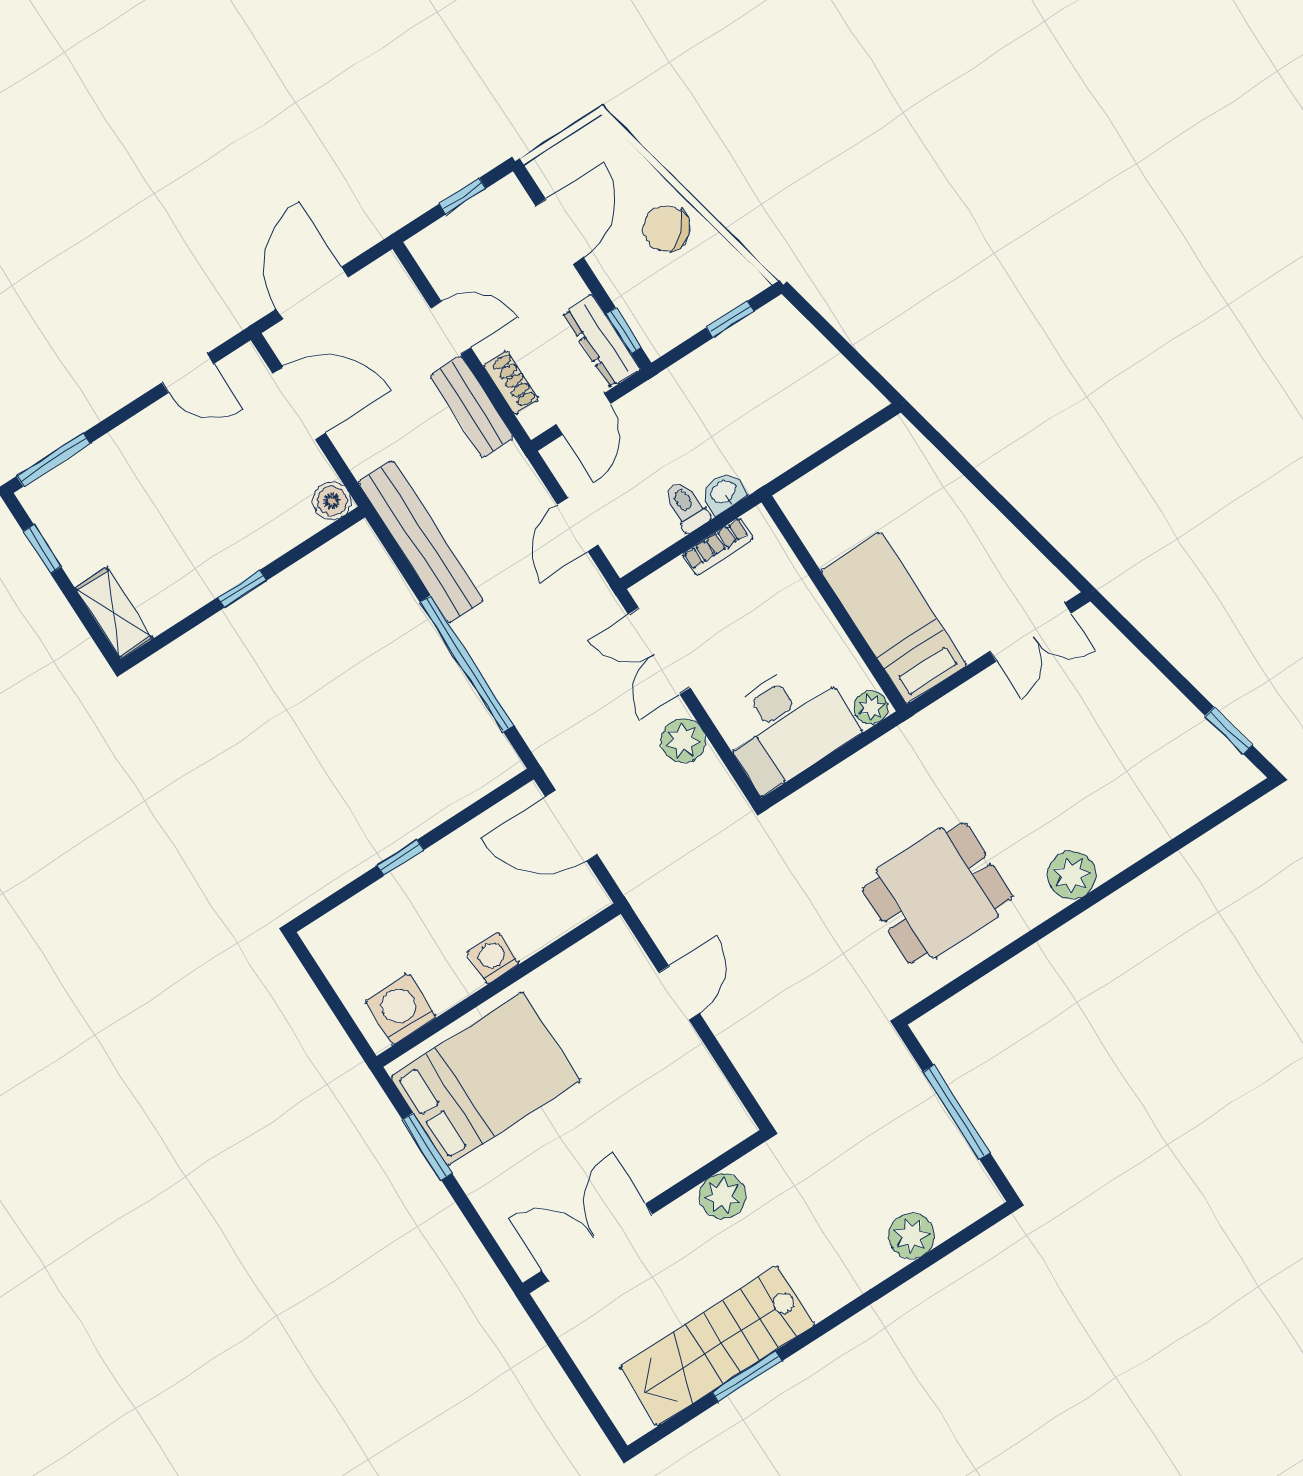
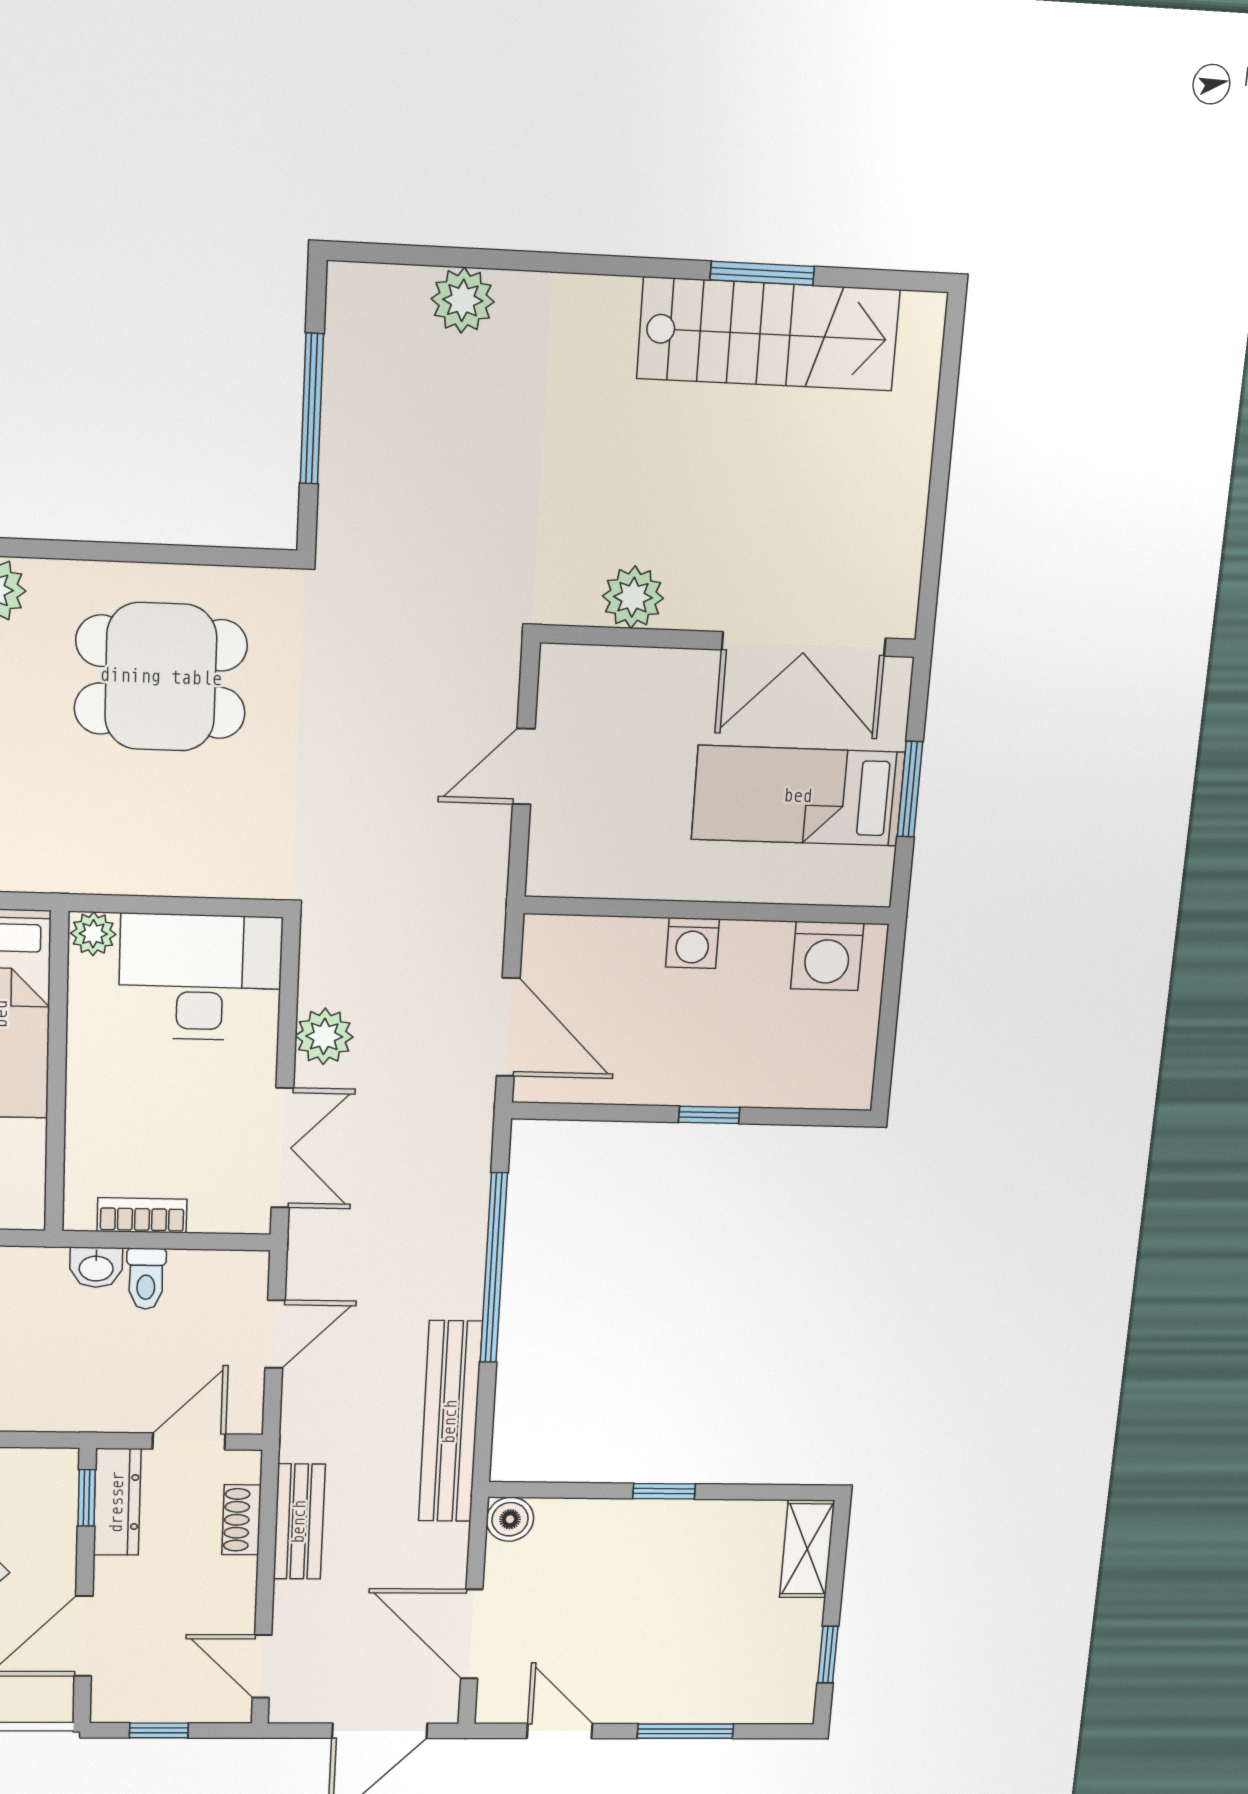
door: (451, 328) -> (262, 1666), moved
window: (53, 460) -> (685, 1731), moved
bed: (485, 1079) -> (798, 796), width x0.67
plant: (723, 1196) -> (633, 597), moved
wall: (645, 1212) -> (729, 641), moved
double door: (597, 1242) -> (804, 644), moved

